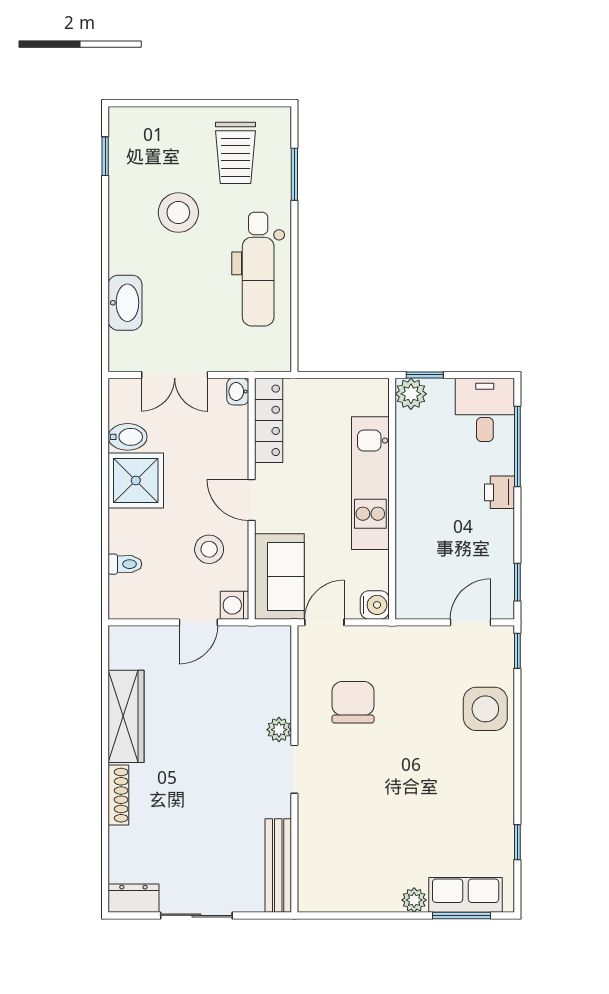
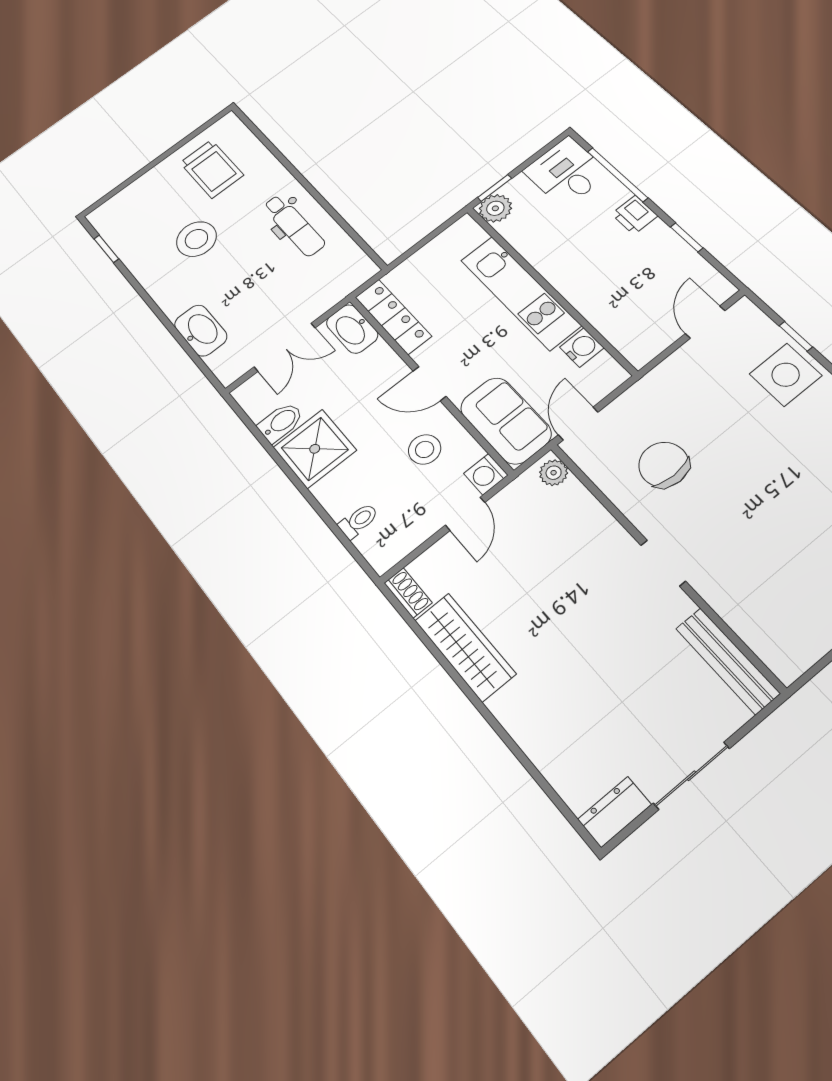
window: (294, 174) -> (270, 147), removed
dental chair: (258, 269) -> (294, 225), width x0.73, depth x0.72
washbasin: (238, 392) -> (352, 329), width x1.91, depth x1.45
window: (517, 582) -> (687, 237), moved
water cooler: (375, 605) -> (582, 347), moved
window: (517, 651) -> (796, 336), moved
plant: (279, 730) -> (554, 473), moved
shoe rack: (118, 795) -> (408, 593), moved, width x0.70

